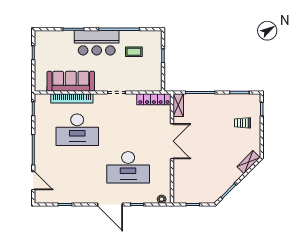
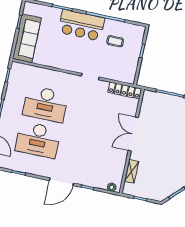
sofa: (71, 81) -> (27, 38), moved, turned 90
bookcase: (72, 98) -> (47, 73), removed
shelving: (178, 105) -> (132, 171), moved
double door: (172, 141) -> (133, 134), swing flipped
desk: (128, 167) -> (38, 140), moved
door: (110, 205) -> (61, 182), hinge flipped

